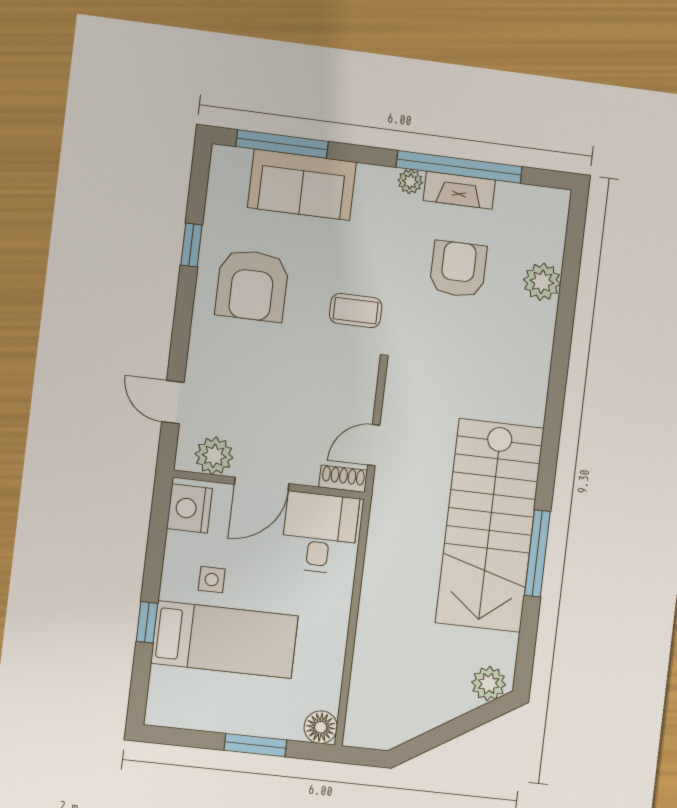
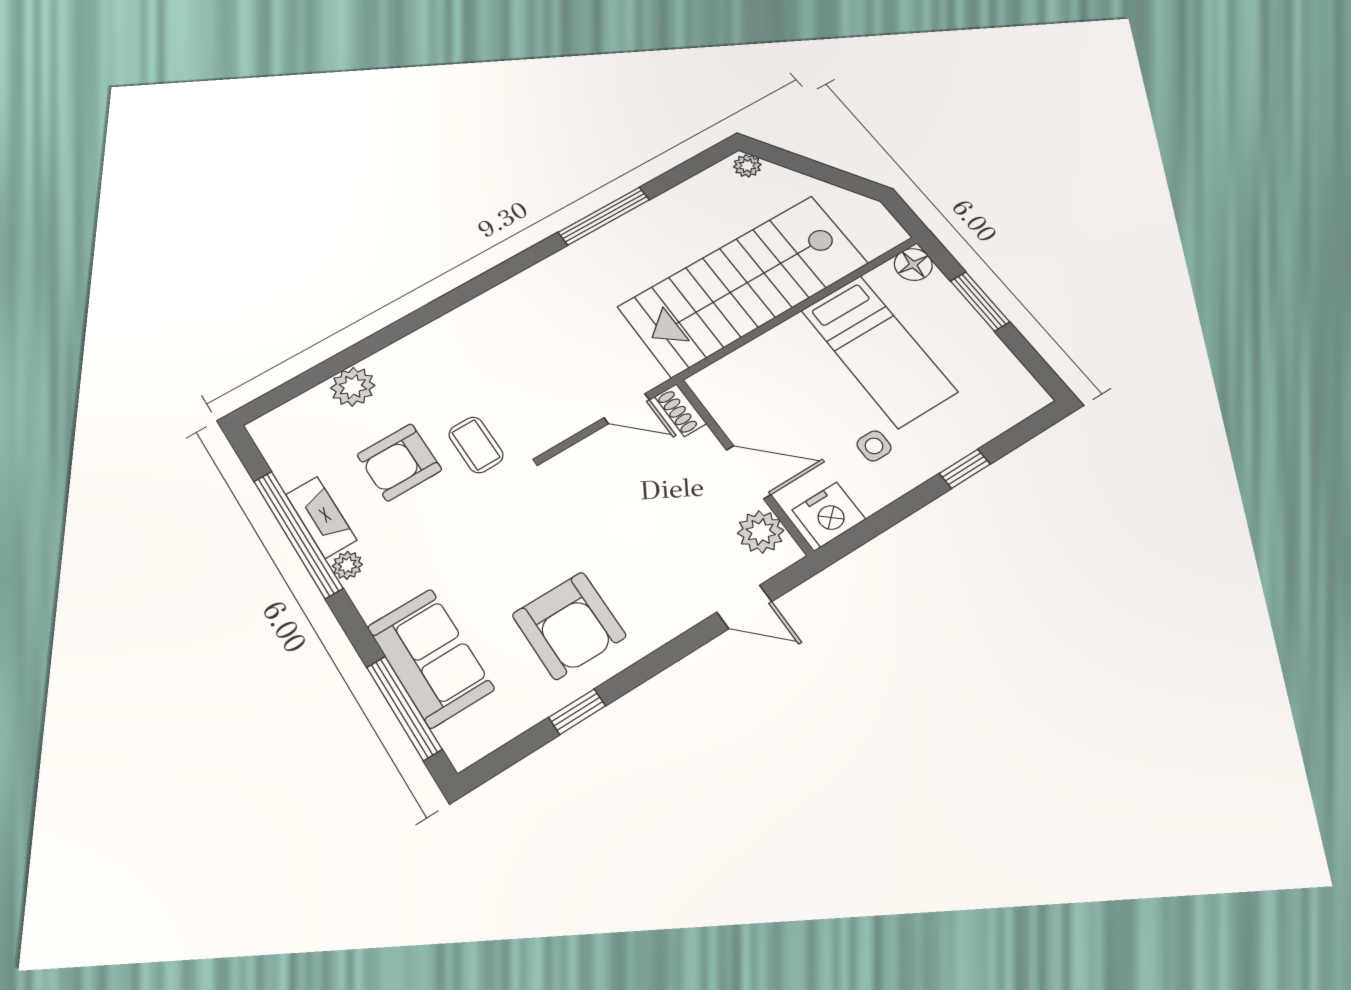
armchair: (252, 285) -> (569, 625), turned 90
coffee table: (356, 311) -> (476, 445), moved
door: (173, 402) -> (744, 607), hinge flipped
stairs: (490, 525) -> (743, 285), moved, turned 180
desk: (320, 533) -> (747, 392), removed
bed: (225, 640) -> (879, 351), moved, turned 180
plant: (489, 684) -> (747, 166), width x0.73, depth x0.73

